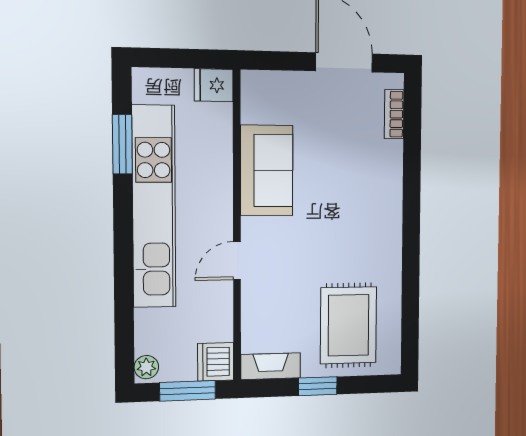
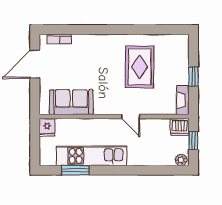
sofa: (267, 171) -> (71, 102), moved
kitchen unit: (154, 207) -> (92, 156), width x0.73
rug: (348, 325) -> (140, 67), moved, turned 90
window: (188, 391) -> (193, 140), width x0.67

